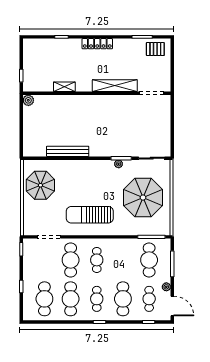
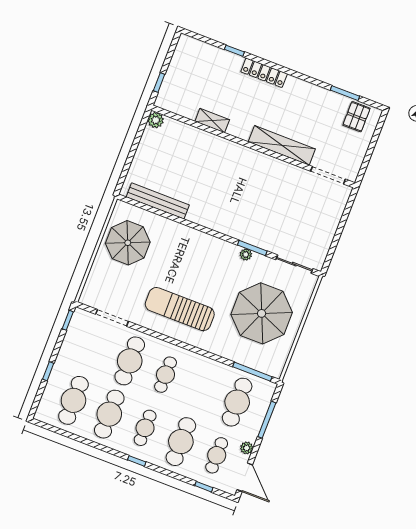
locker: (97, 44) -> (264, 73), moved
pallet: (155, 49) -> (356, 117), turned 90
bench: (68, 151) -> (158, 201), moved

